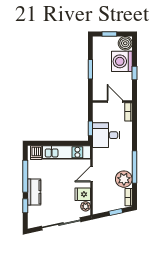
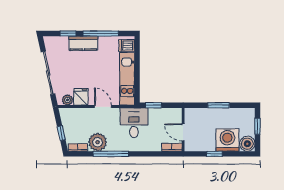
door: (115, 101) -> (183, 132), swing flipped
desk: (106, 135) -> (134, 123), moved

